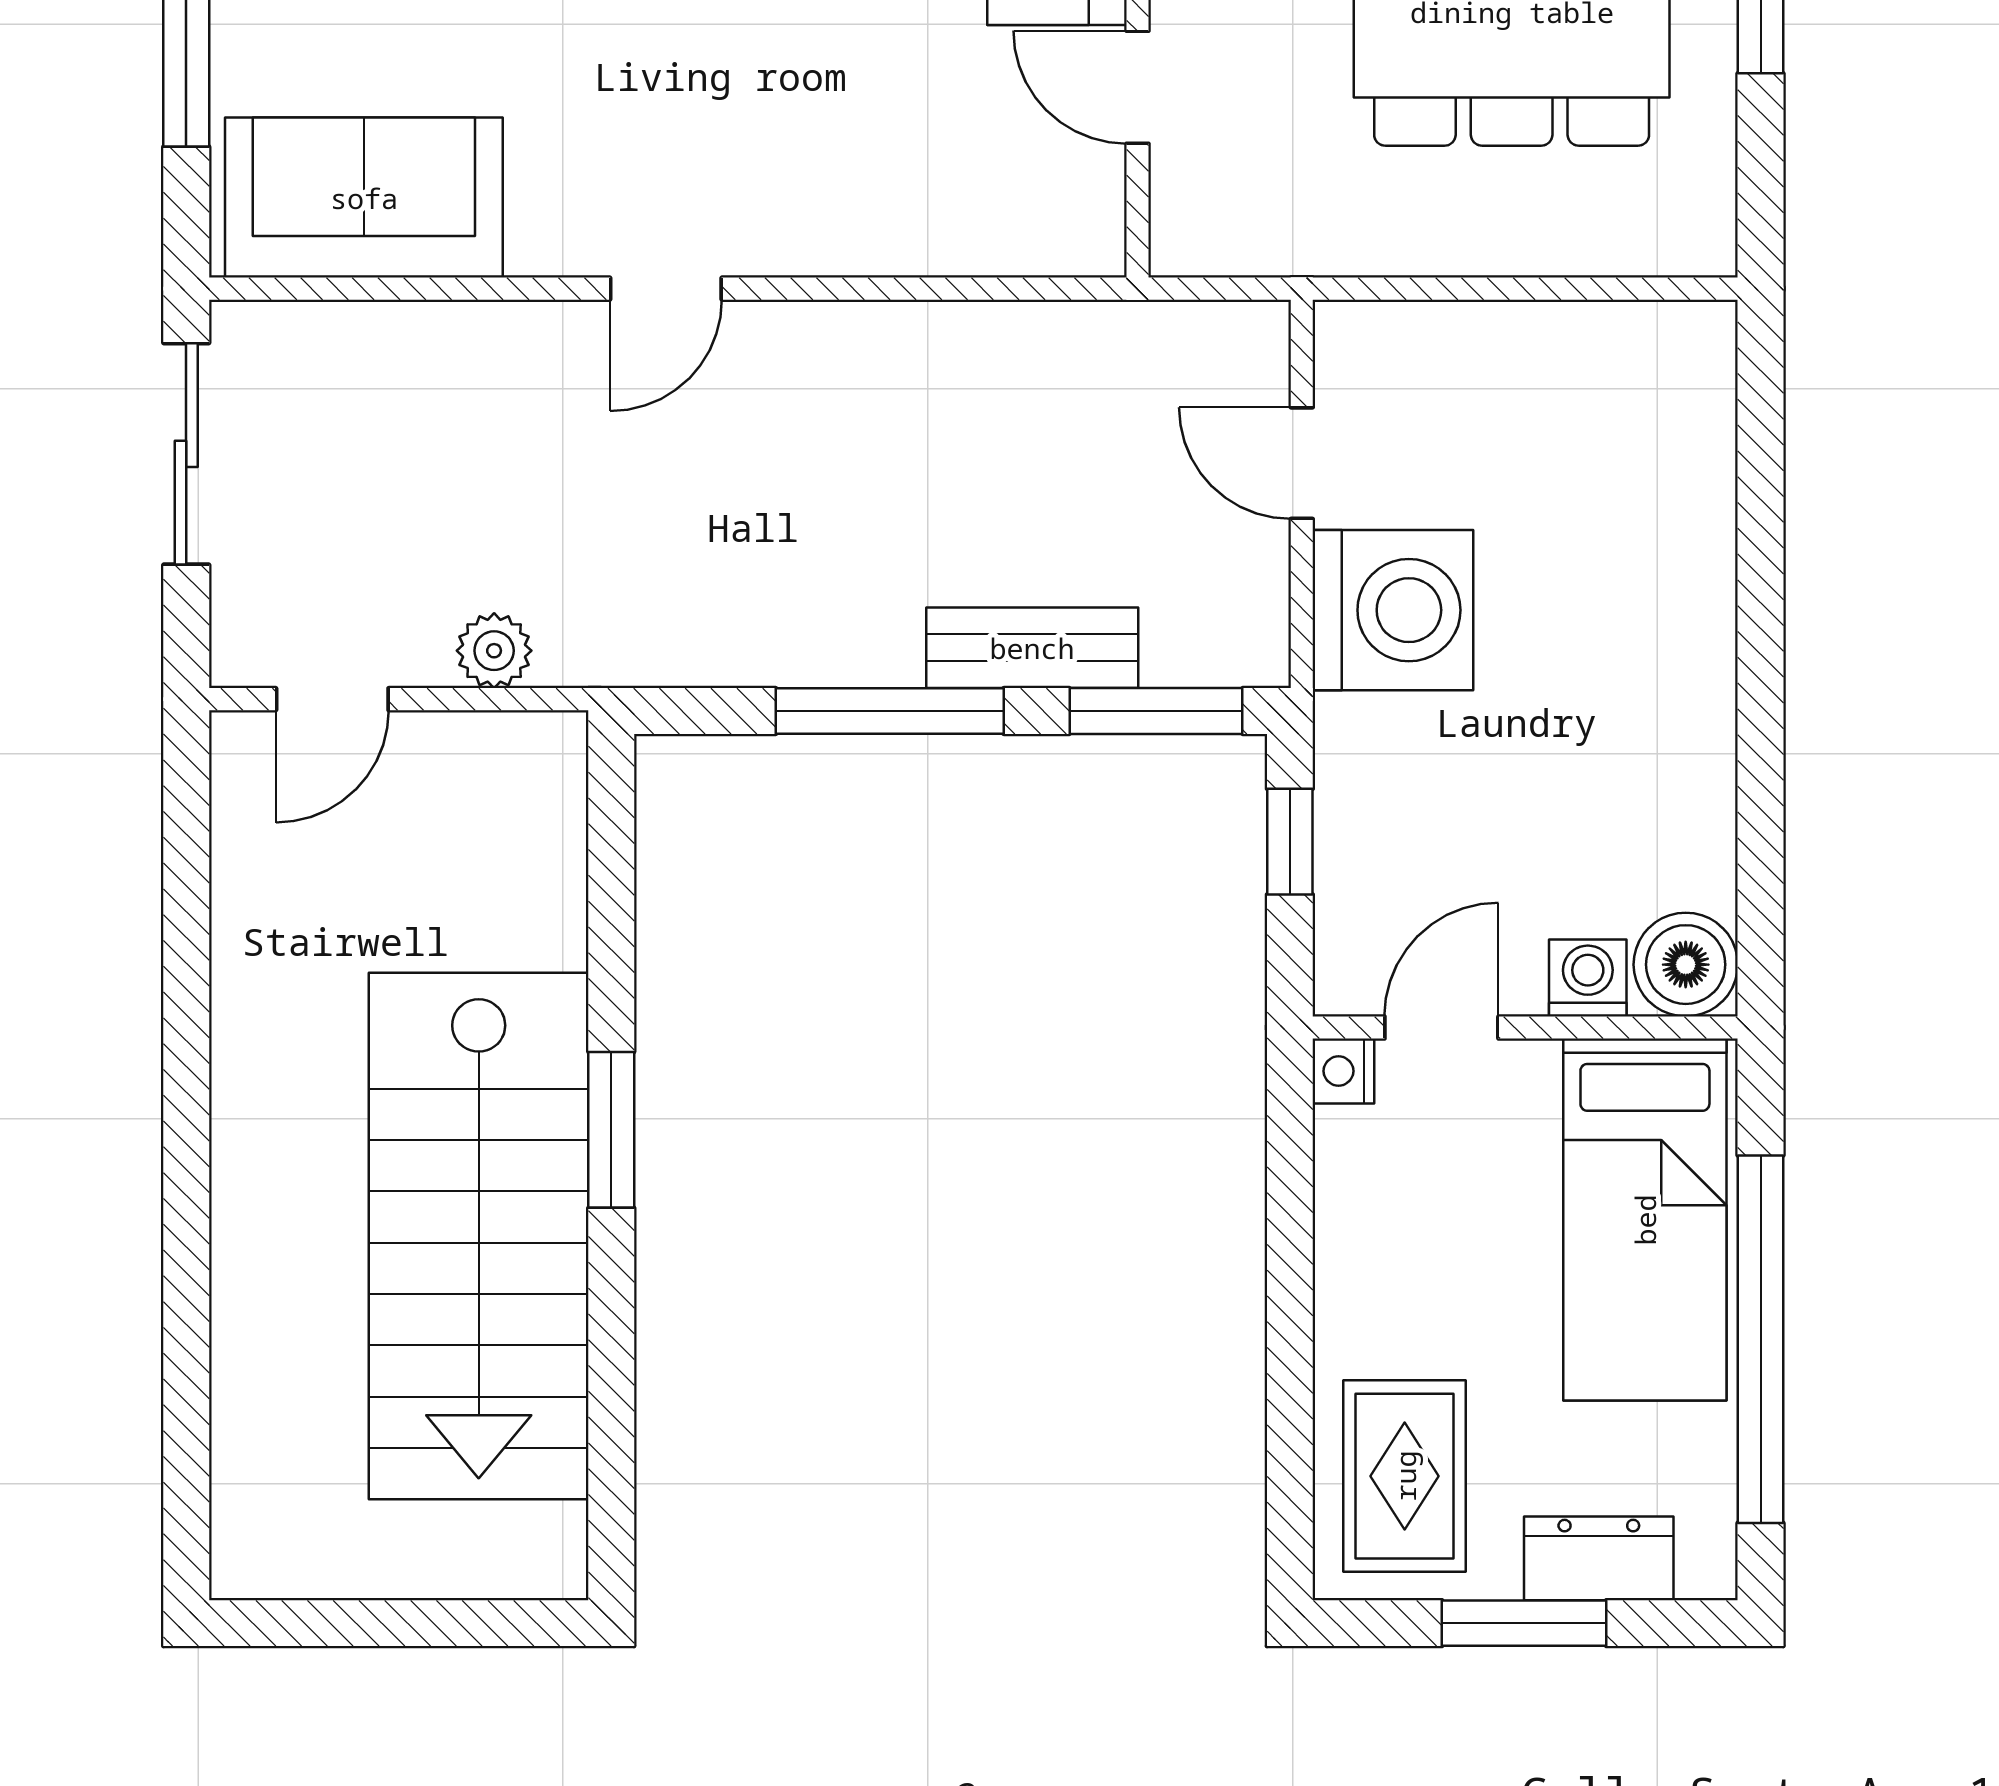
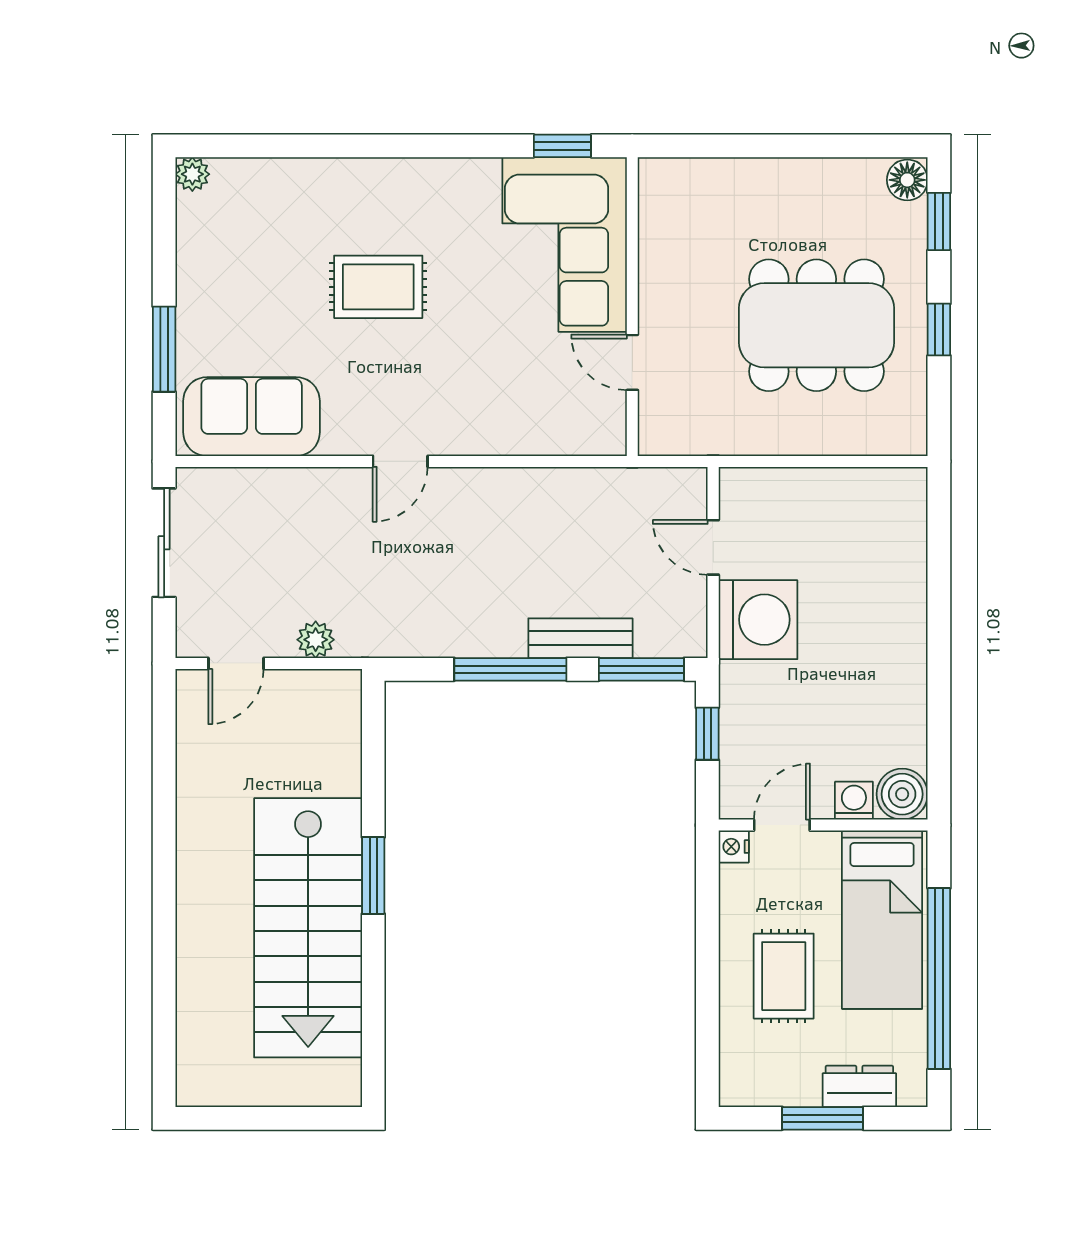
rug: (1405, 1476) -> (784, 976), moved

